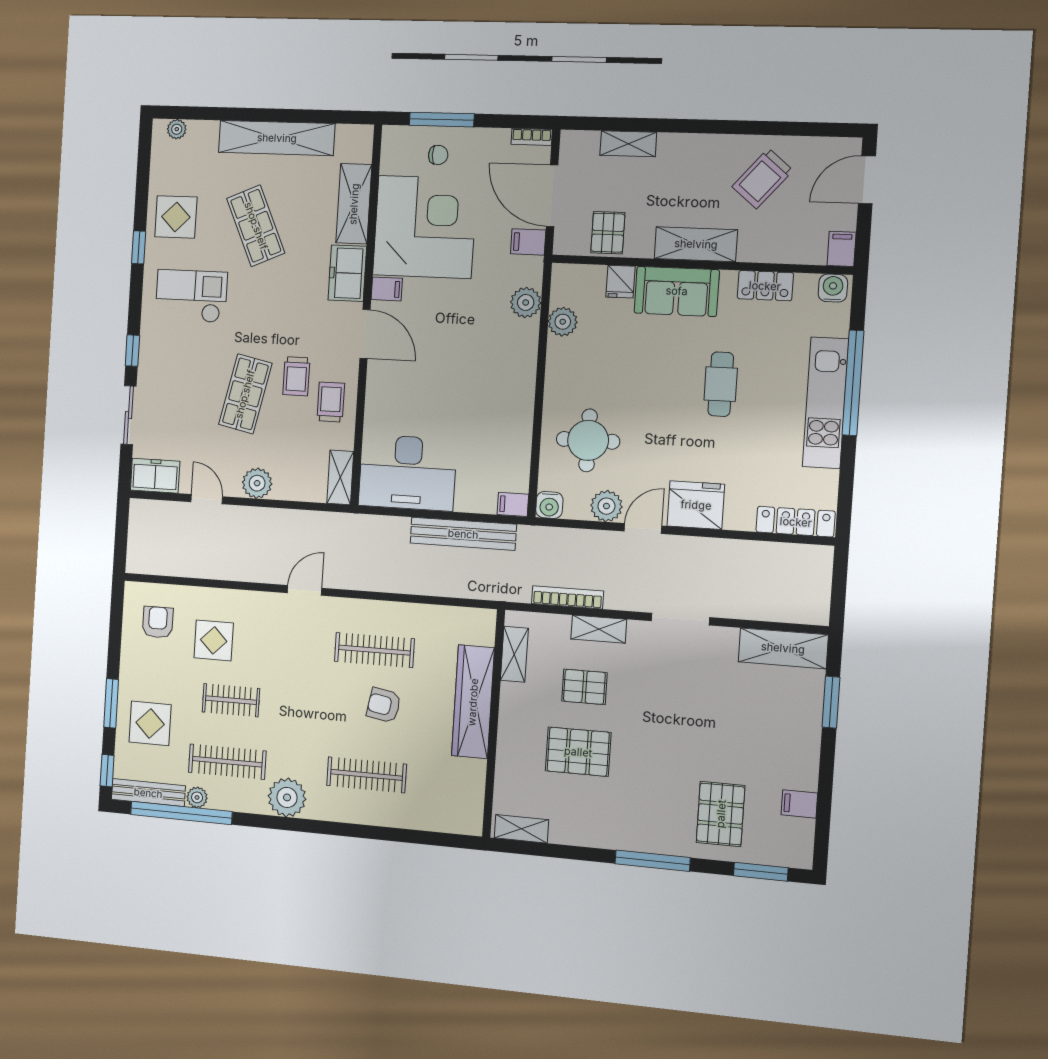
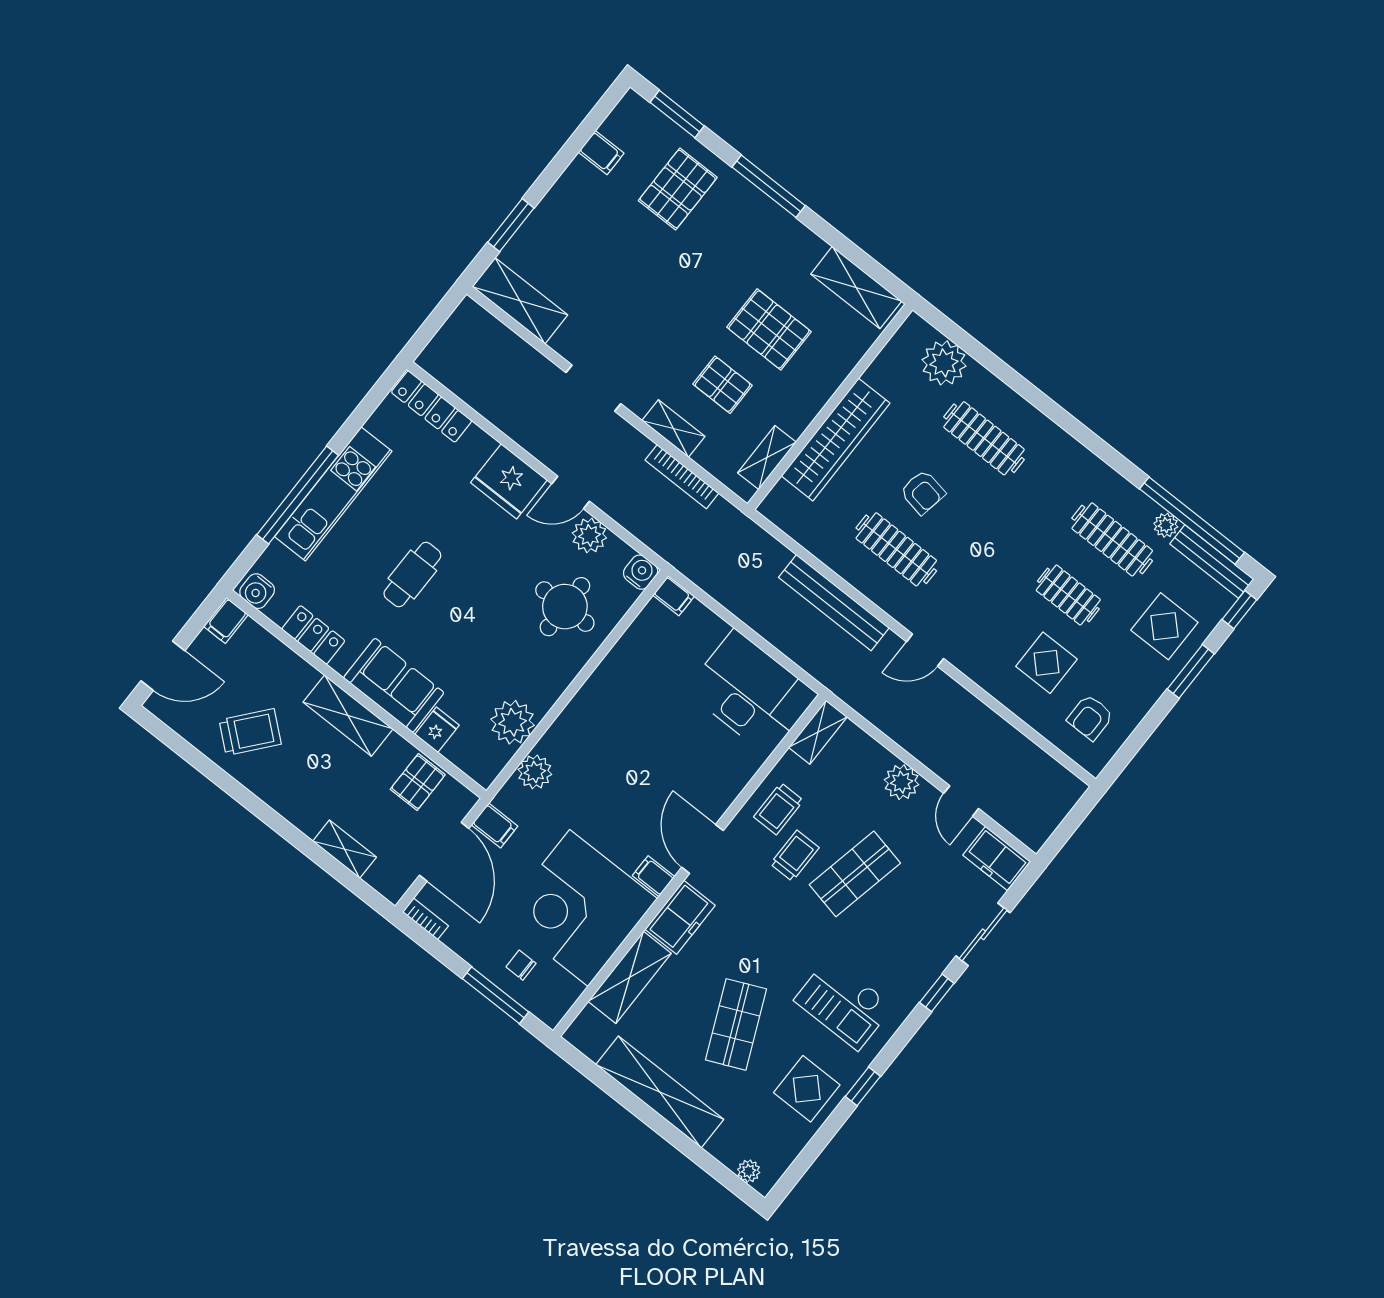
plant: (563, 322) -> (513, 722), width x1.36, depth x1.36
bench: (463, 534) -> (834, 603), moved
plant: (287, 797) -> (944, 363), moved
shelving: (521, 829) -> (856, 288), width x1.50, depth x1.33

